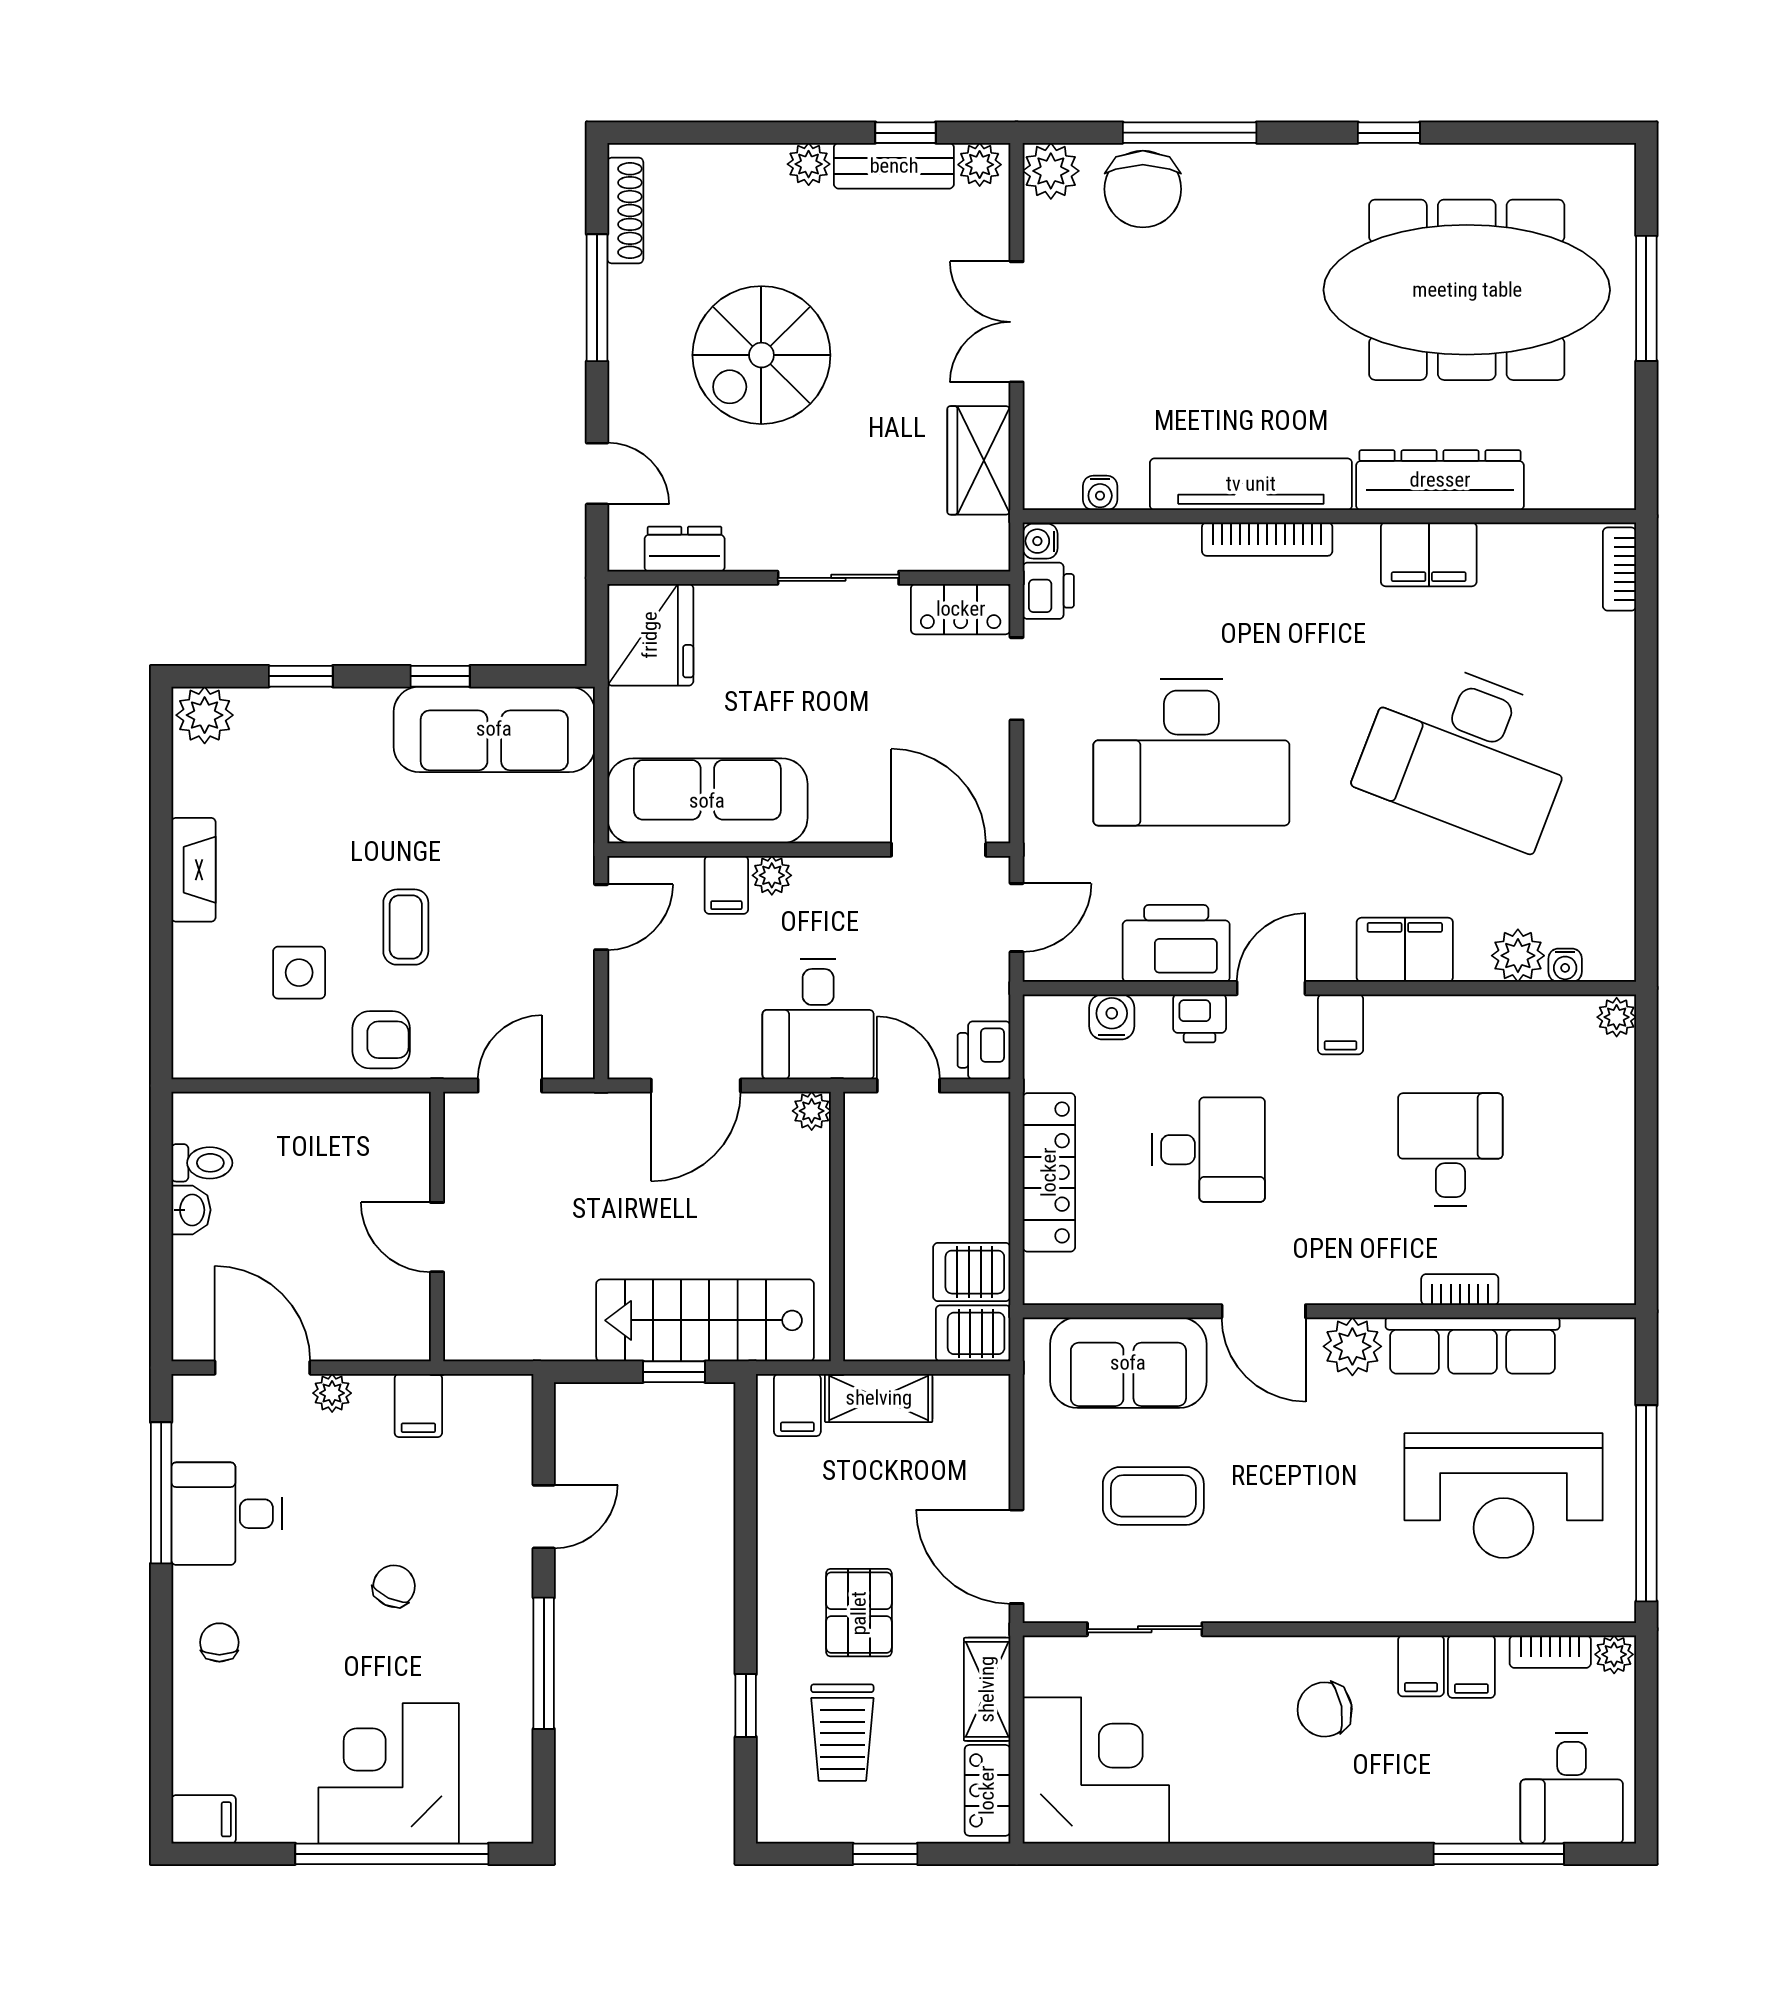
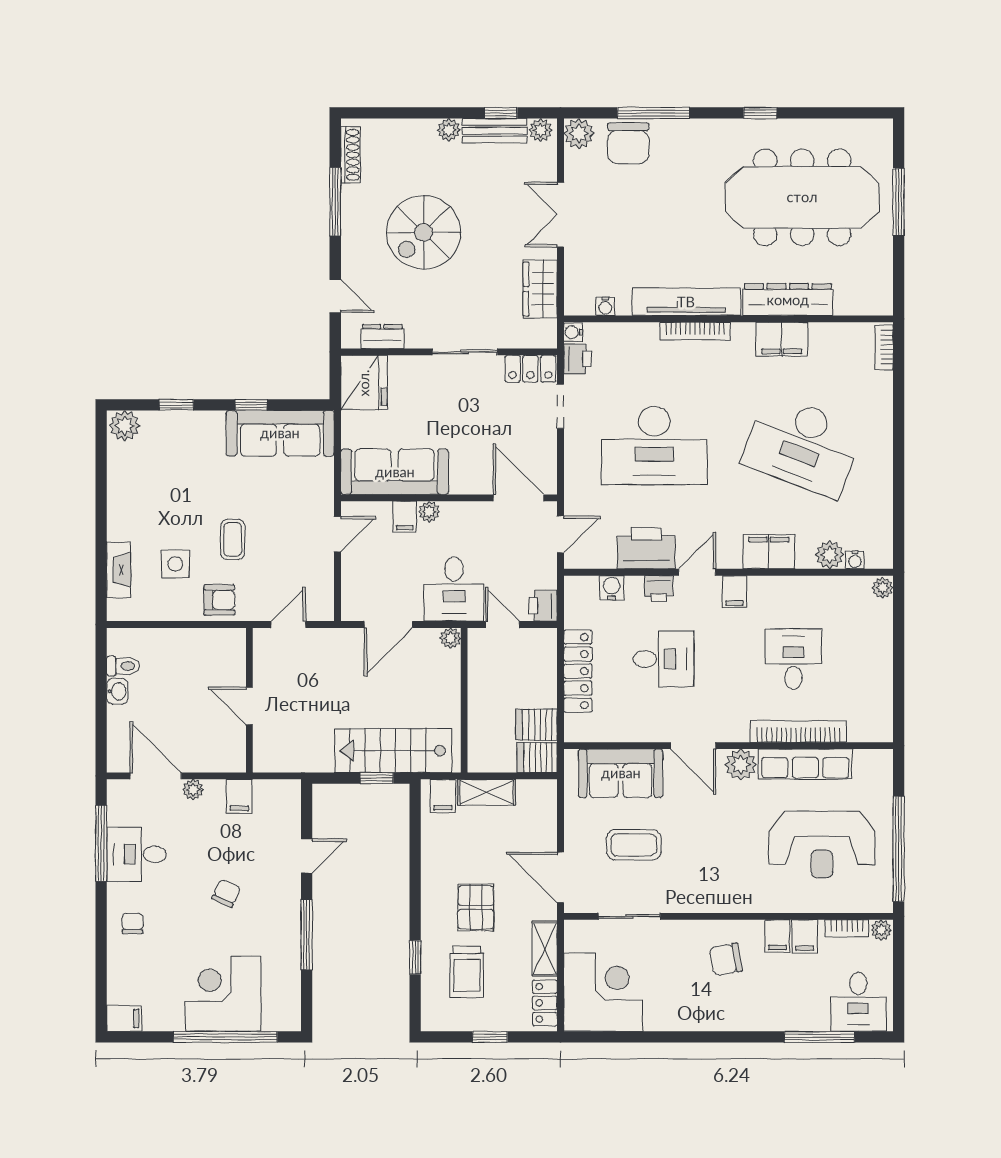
fireplace: (193, 870) -> (119, 570), moved
bookcase: (1460, 1290) -> (798, 731), width x2.31, depth x1.31

